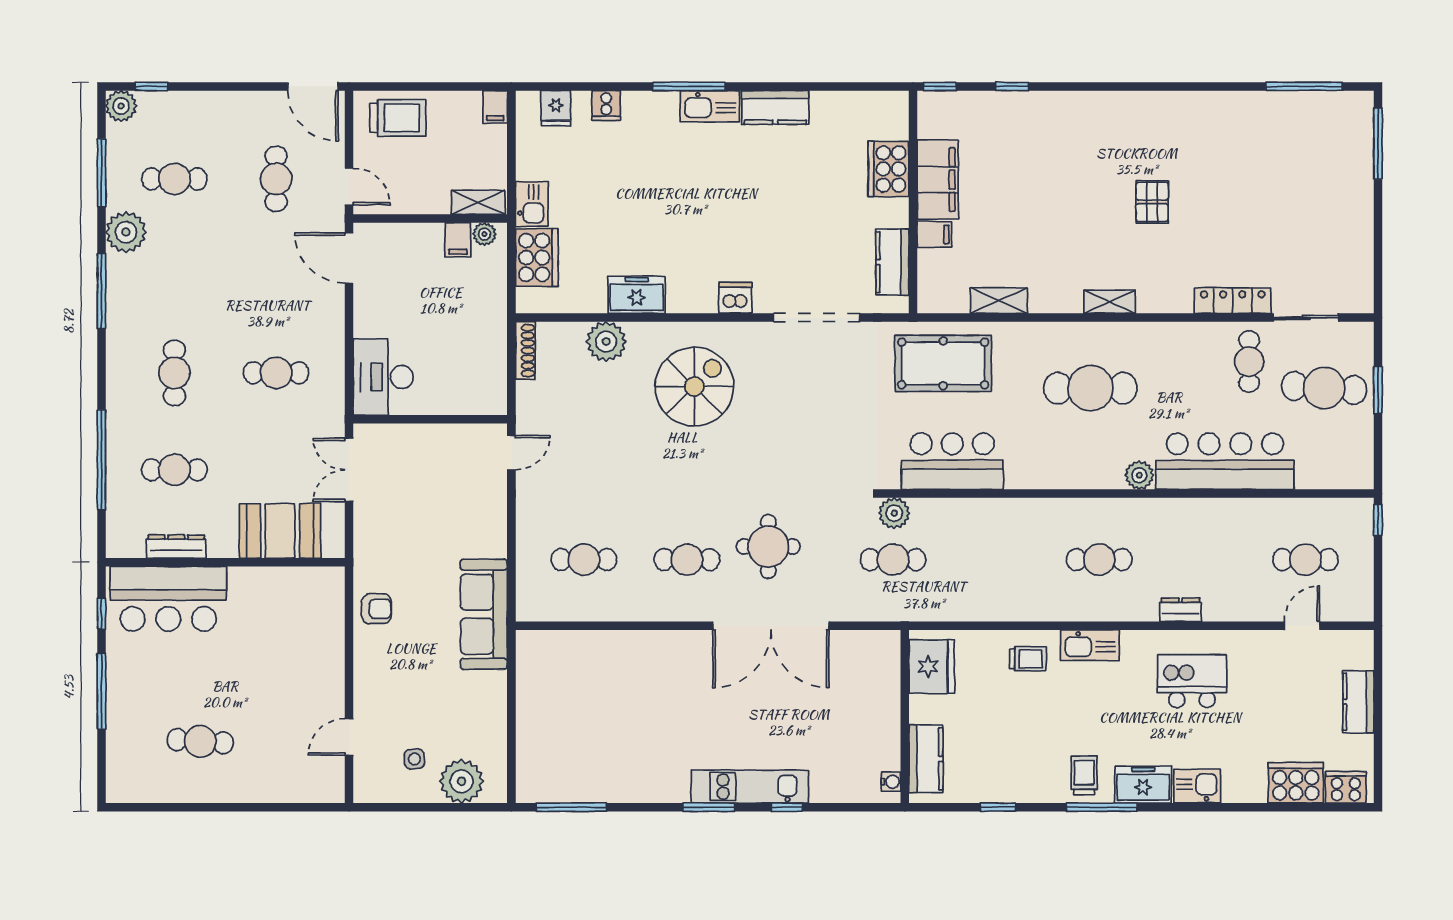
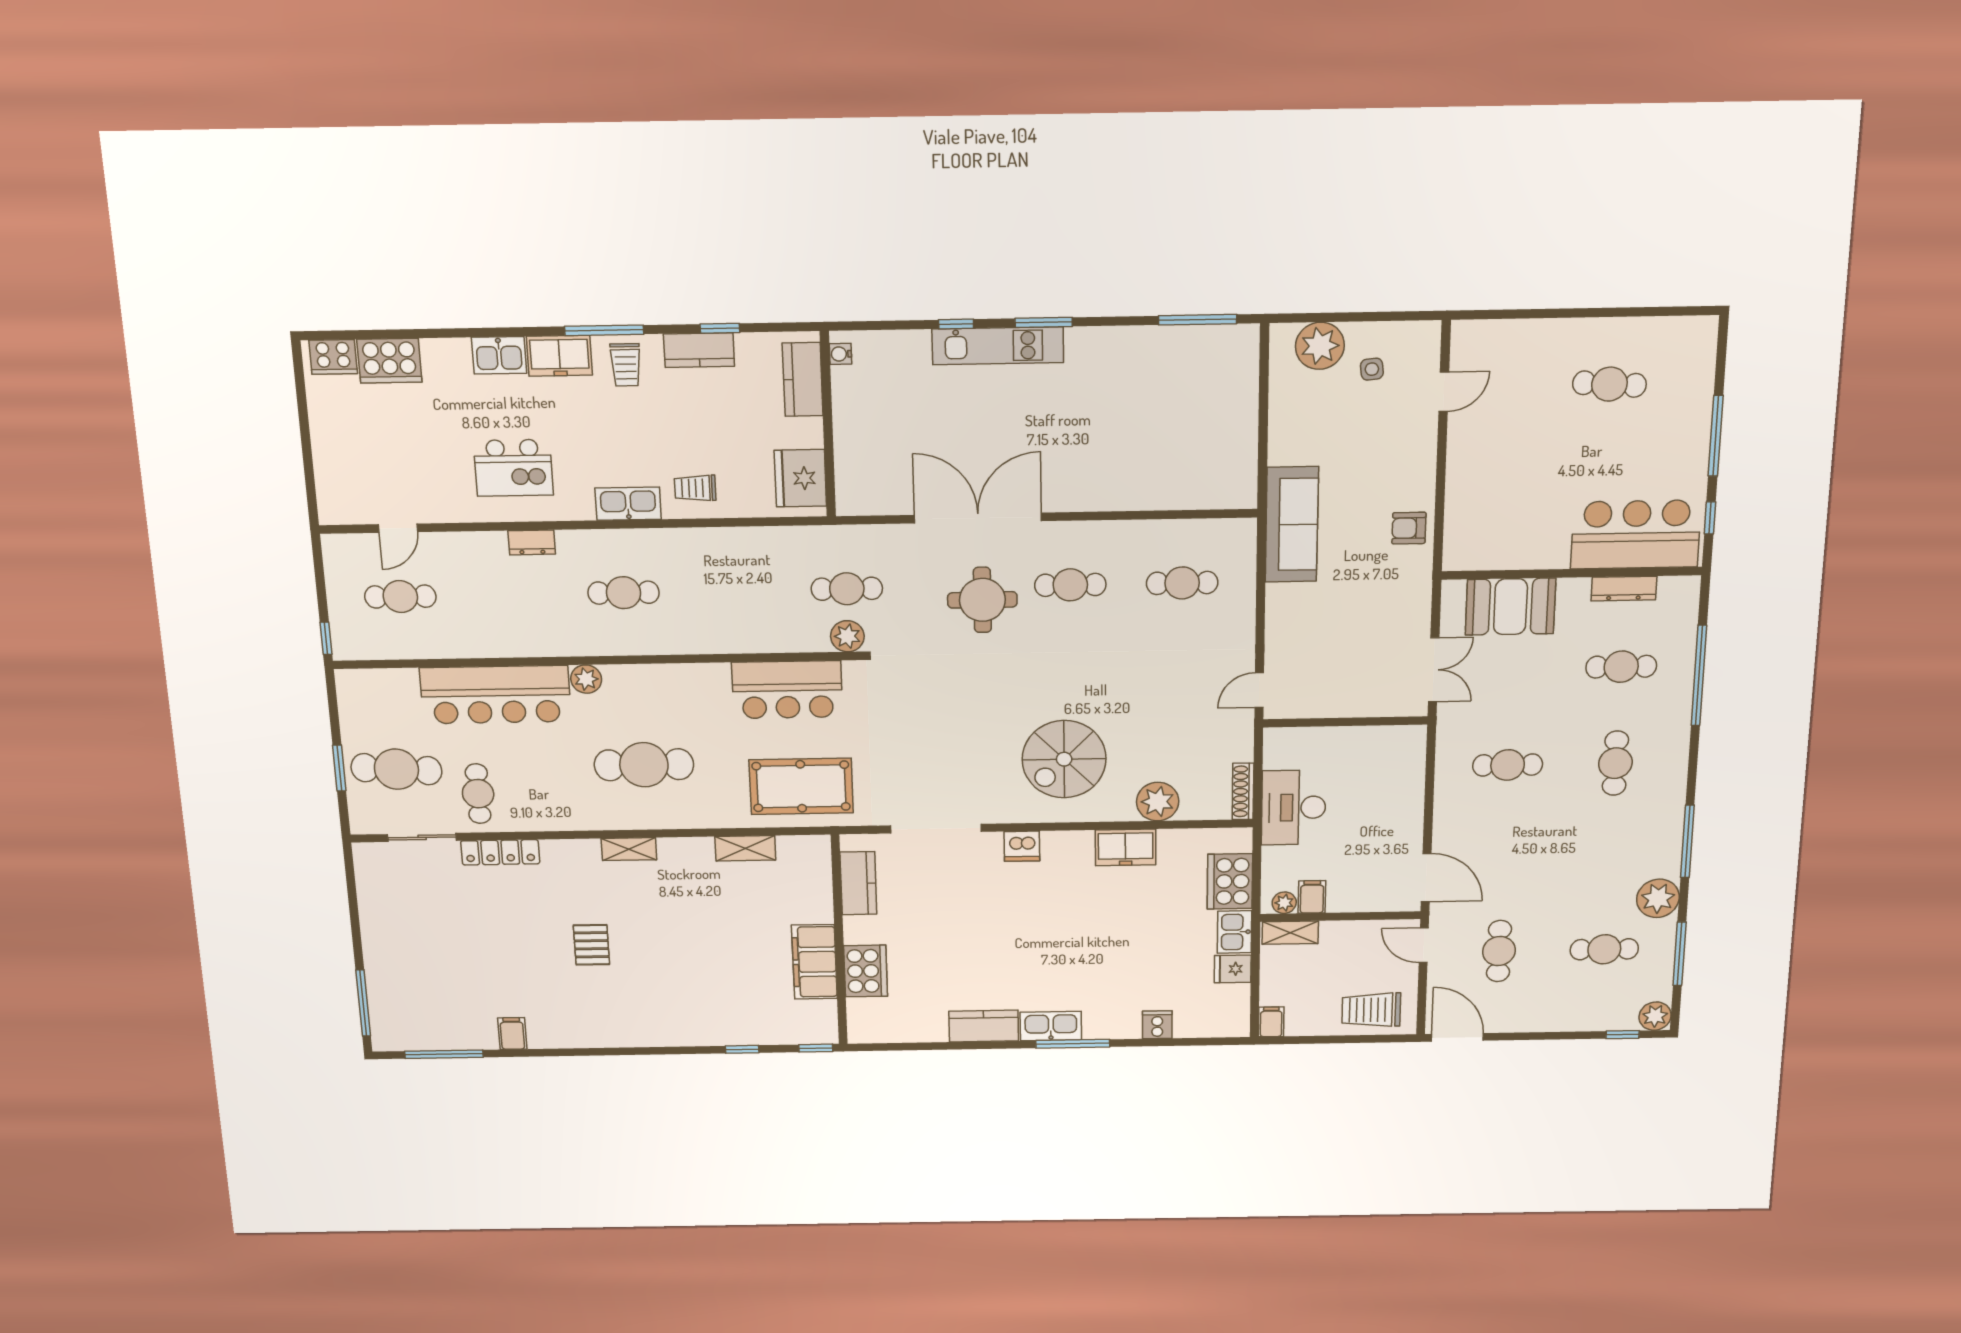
fridge: (556, 108) -> (1233, 969), moved, turned -90
filing cabinet: (934, 234) -> (512, 1033), moved, turned 90
desk: (383, 377) -> (1294, 808), moved, turned 180
kitchen counter: (1358, 702) -> (699, 350), moved, turned 90

